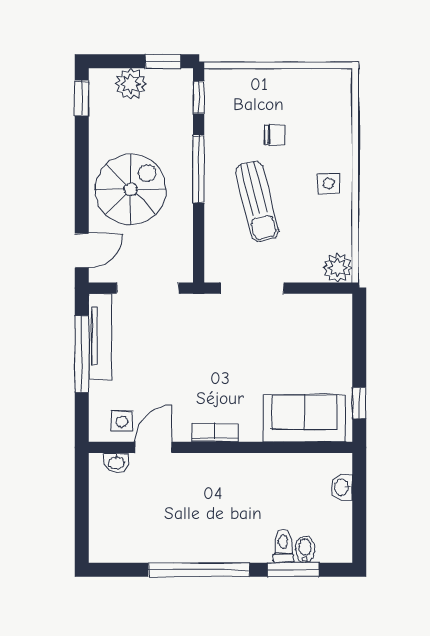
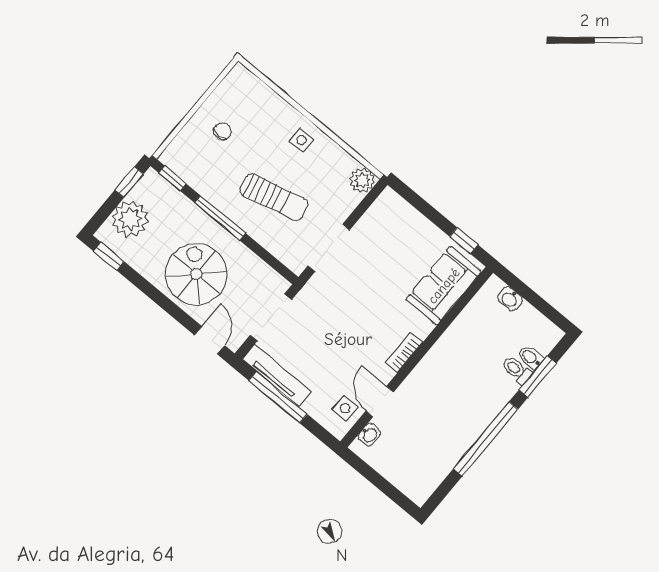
plant: (131, 84) -> (130, 219), width x1.36, depth x1.36
chair: (275, 135) -> (222, 131), moved

